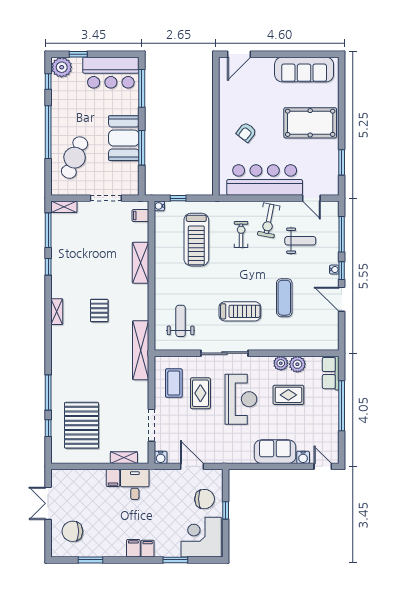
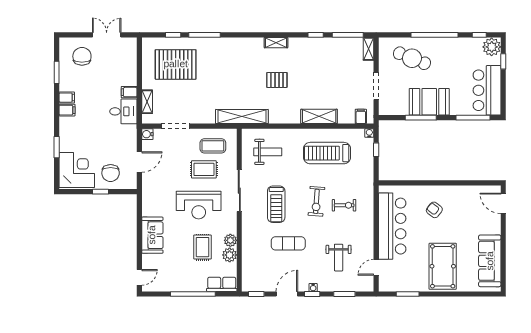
exercise bike: (269, 220) -> (316, 201), moved, turned -97
window: (342, 234) -> (344, 294), width x0.69
treadmill: (196, 240) -> (327, 153), moved
window: (342, 334) -> (256, 294), added
water cooler: (303, 457) -> (147, 260), removed
filing cabinet: (148, 549) -> (67, 98), moved

